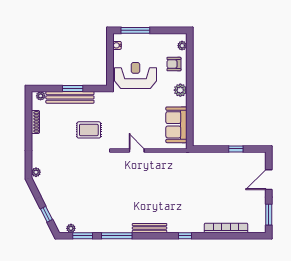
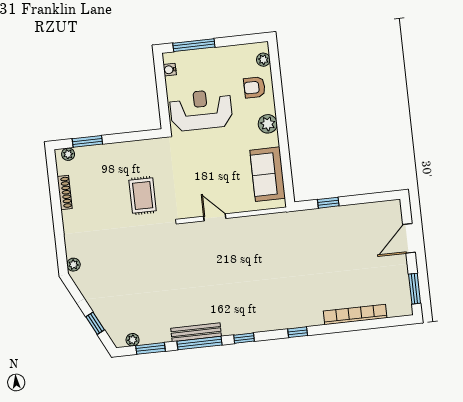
window: (73, 89) -> (87, 141), moved
bench: (70, 97) -> (110, 152), removed
rug: (89, 130) -> (143, 196), turned 90
window: (236, 149) -> (328, 203), moved
bench: (150, 228) -> (196, 332), moved
window: (148, 236) -> (244, 338), added

